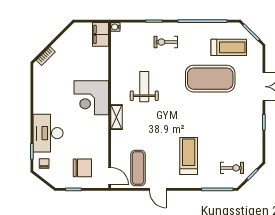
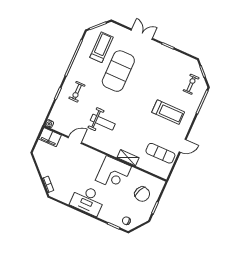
weight bench: (144, 87) -> (103, 122), turned 180
corner desk: (91, 98) -> (113, 173), moved
shelving: (117, 117) -> (128, 158), moved
desk: (48, 133) -> (88, 200), moved
treadmill: (189, 156) -> (168, 112), turned 180
chair: (82, 168) -> (142, 194), turned 114
door: (110, 176) -> (75, 140), moved

